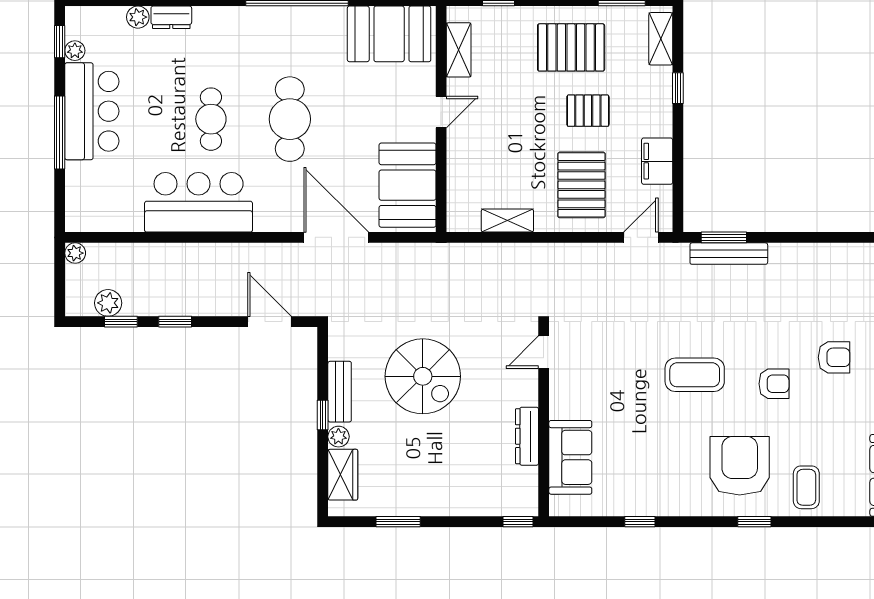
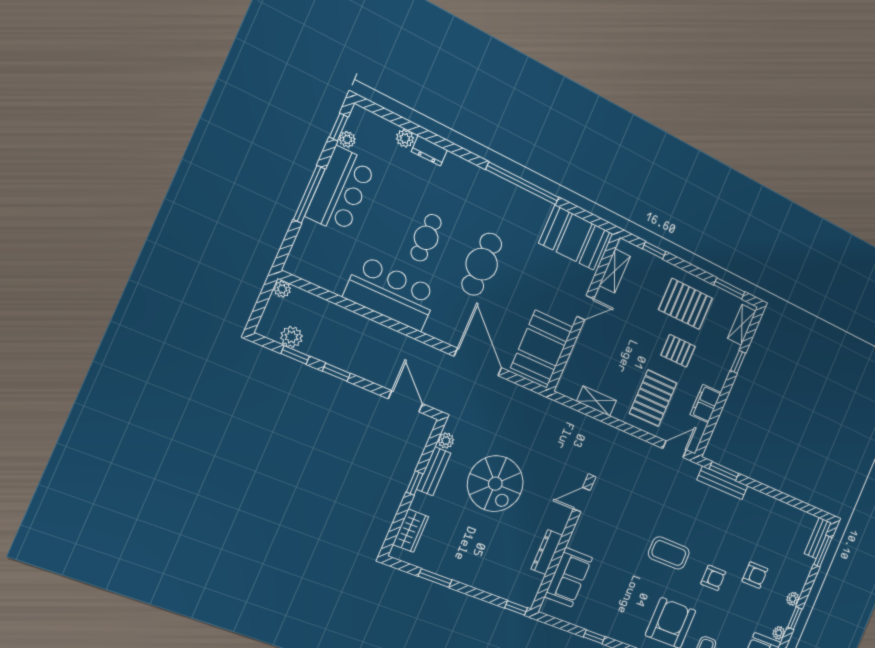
plant: (338, 437) -> (446, 441), moved

